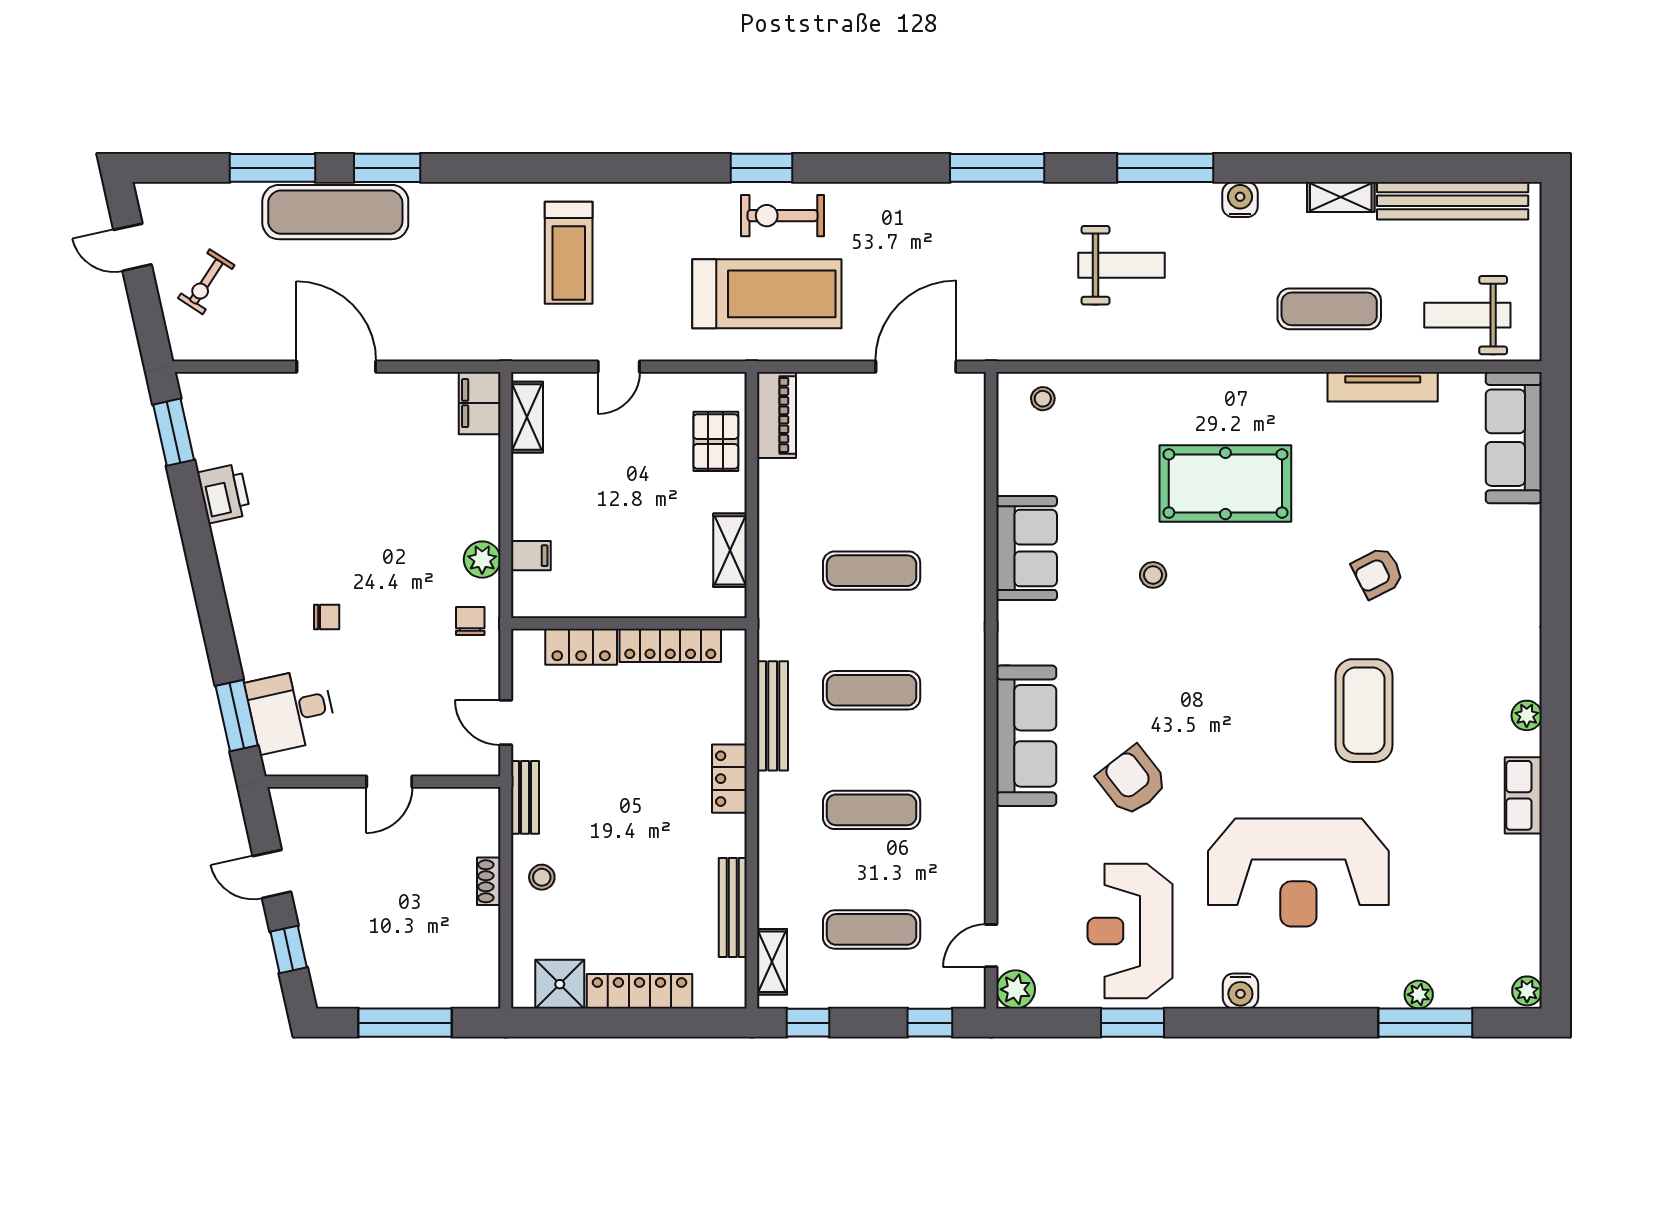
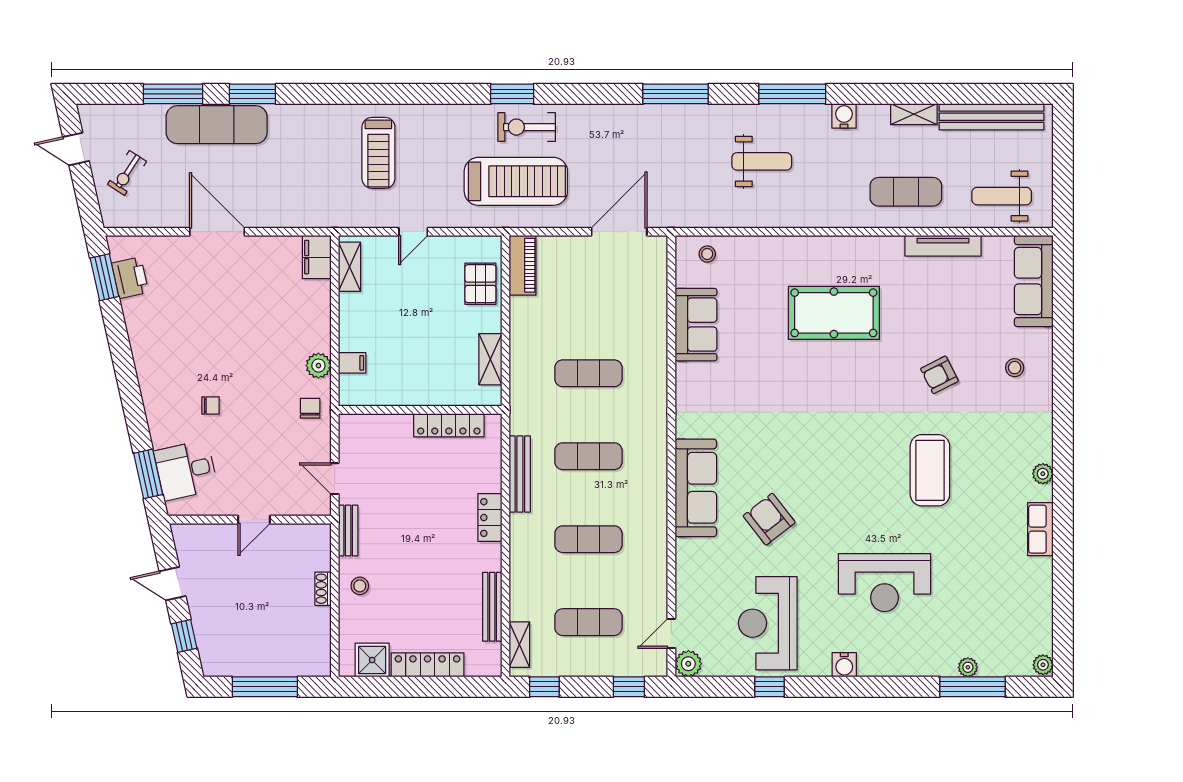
printer: (224, 493) -> (130, 278), moved
sofa: (1027, 548) -> (696, 325), moved
stool: (1153, 575) -> (1015, 368), moved
locker: (581, 647) -> (387, 426), removed
reception desk: (1298, 873) -> (885, 583), width x0.74, depth x0.77
window: (1133, 1023) -> (769, 687), width x0.67

